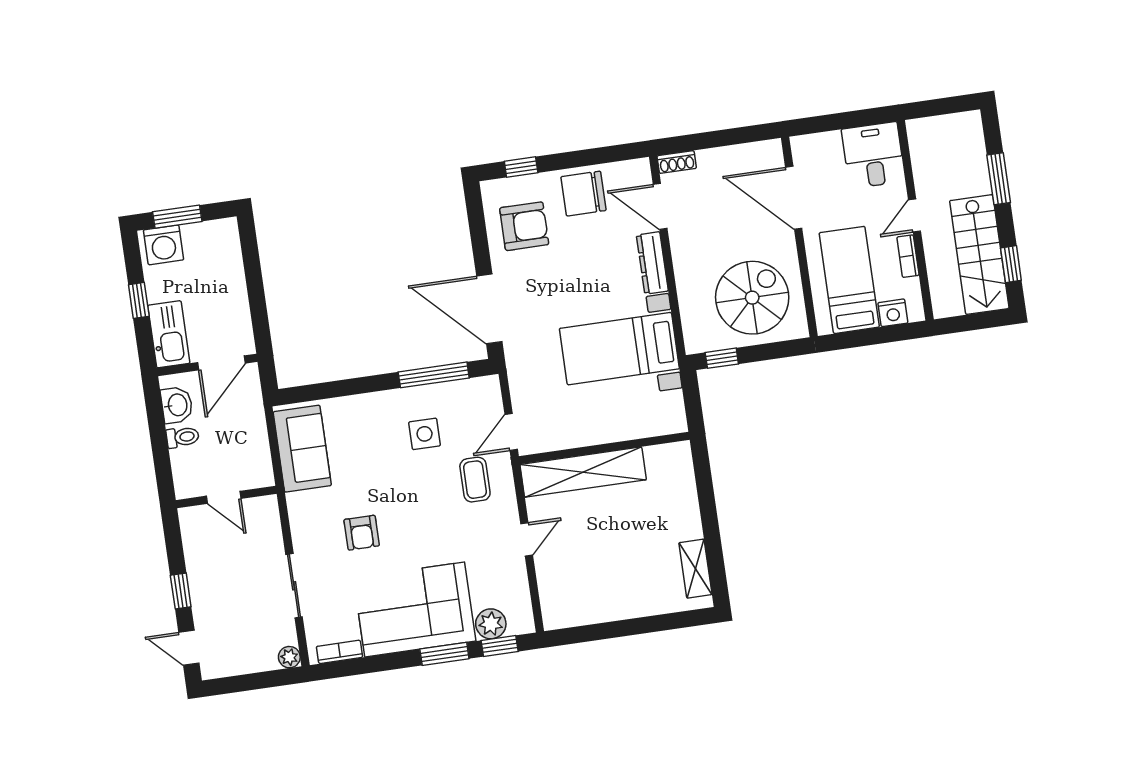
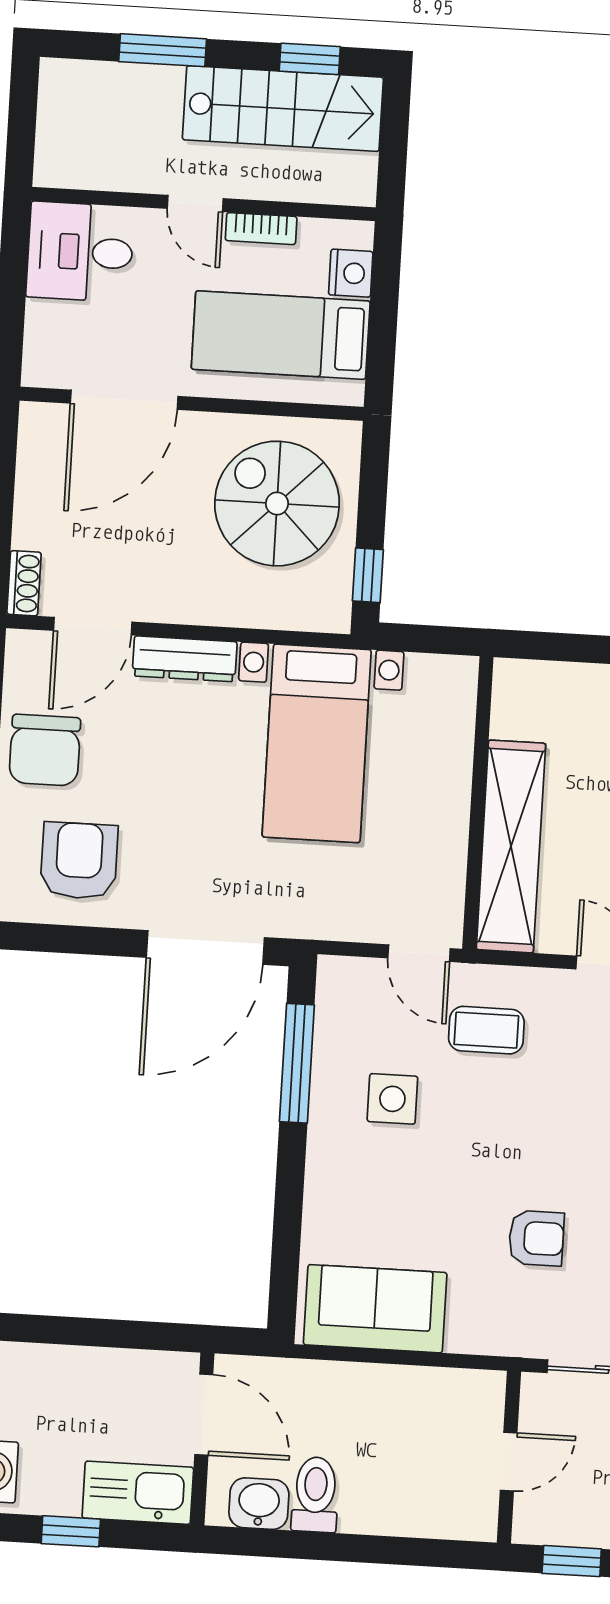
toilet: (183, 437) -> (315, 1495), width x1.37, depth x1.39
door: (224, 497) -> (509, 1462), moved
wall: (226, 497) -> (509, 1457), moved

